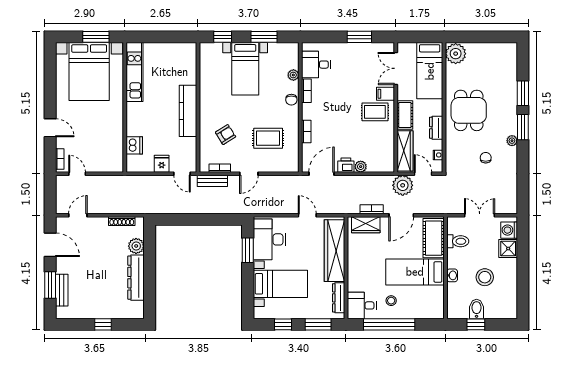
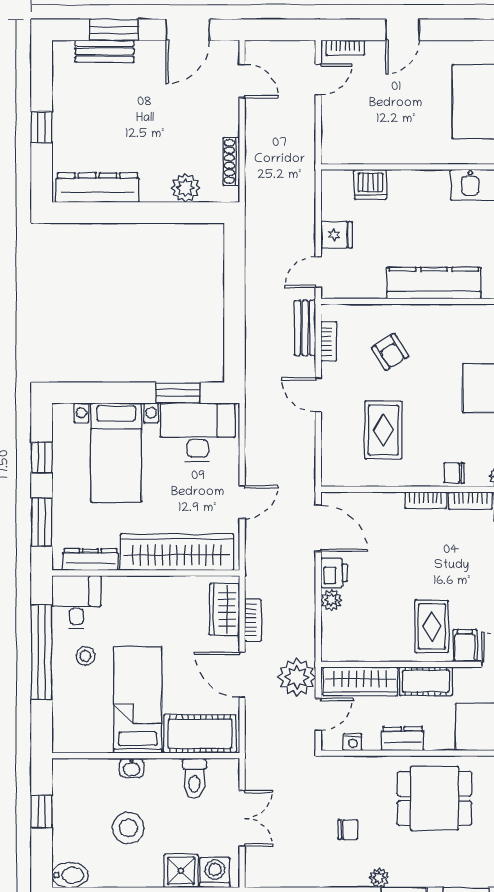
bookcase: (306, 131) -> (426, 500), moved
dresser: (136, 278) -> (98, 188), moved
bidet: (477, 309) -> (70, 875), moved

